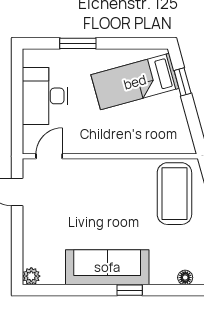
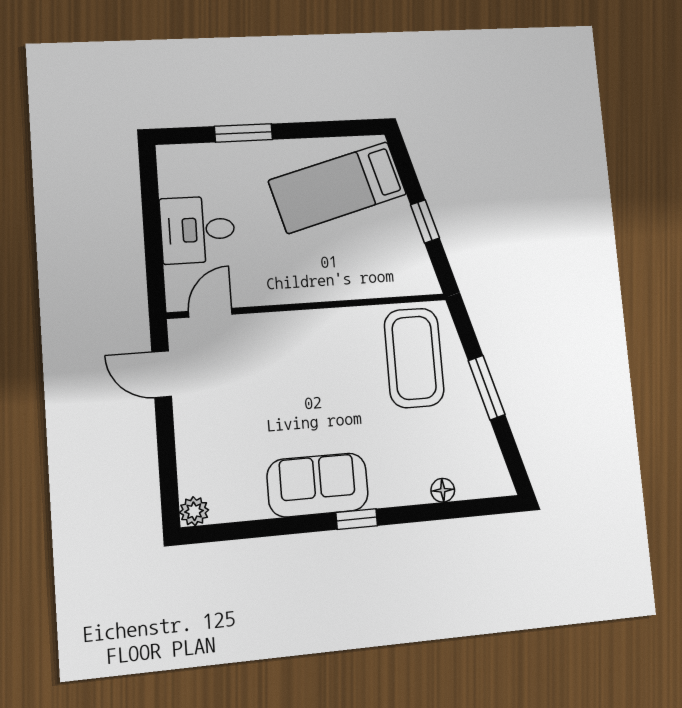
window: (183, 82) -> (425, 221), moved
desk: (45, 96) -> (198, 230), width x0.73
sofa: (107, 267) -> (318, 485), width x0.73

